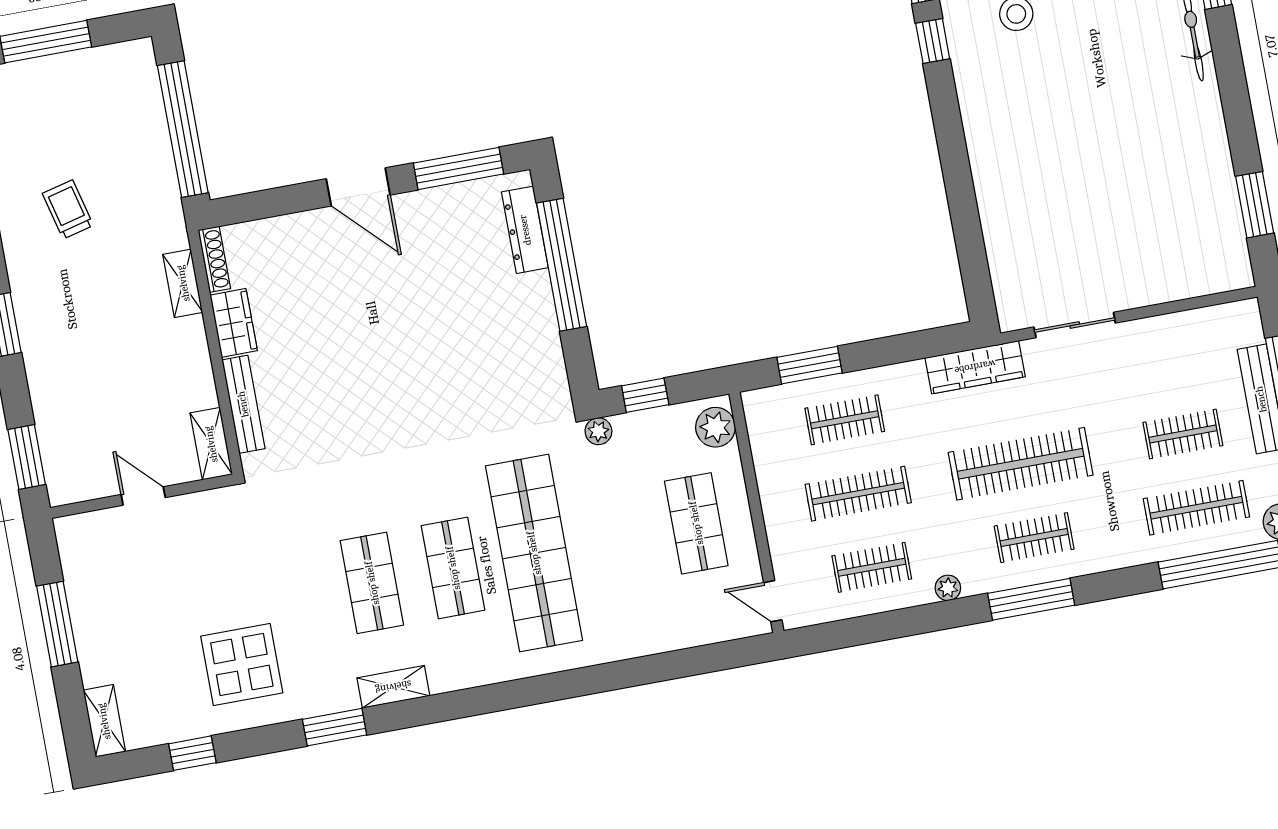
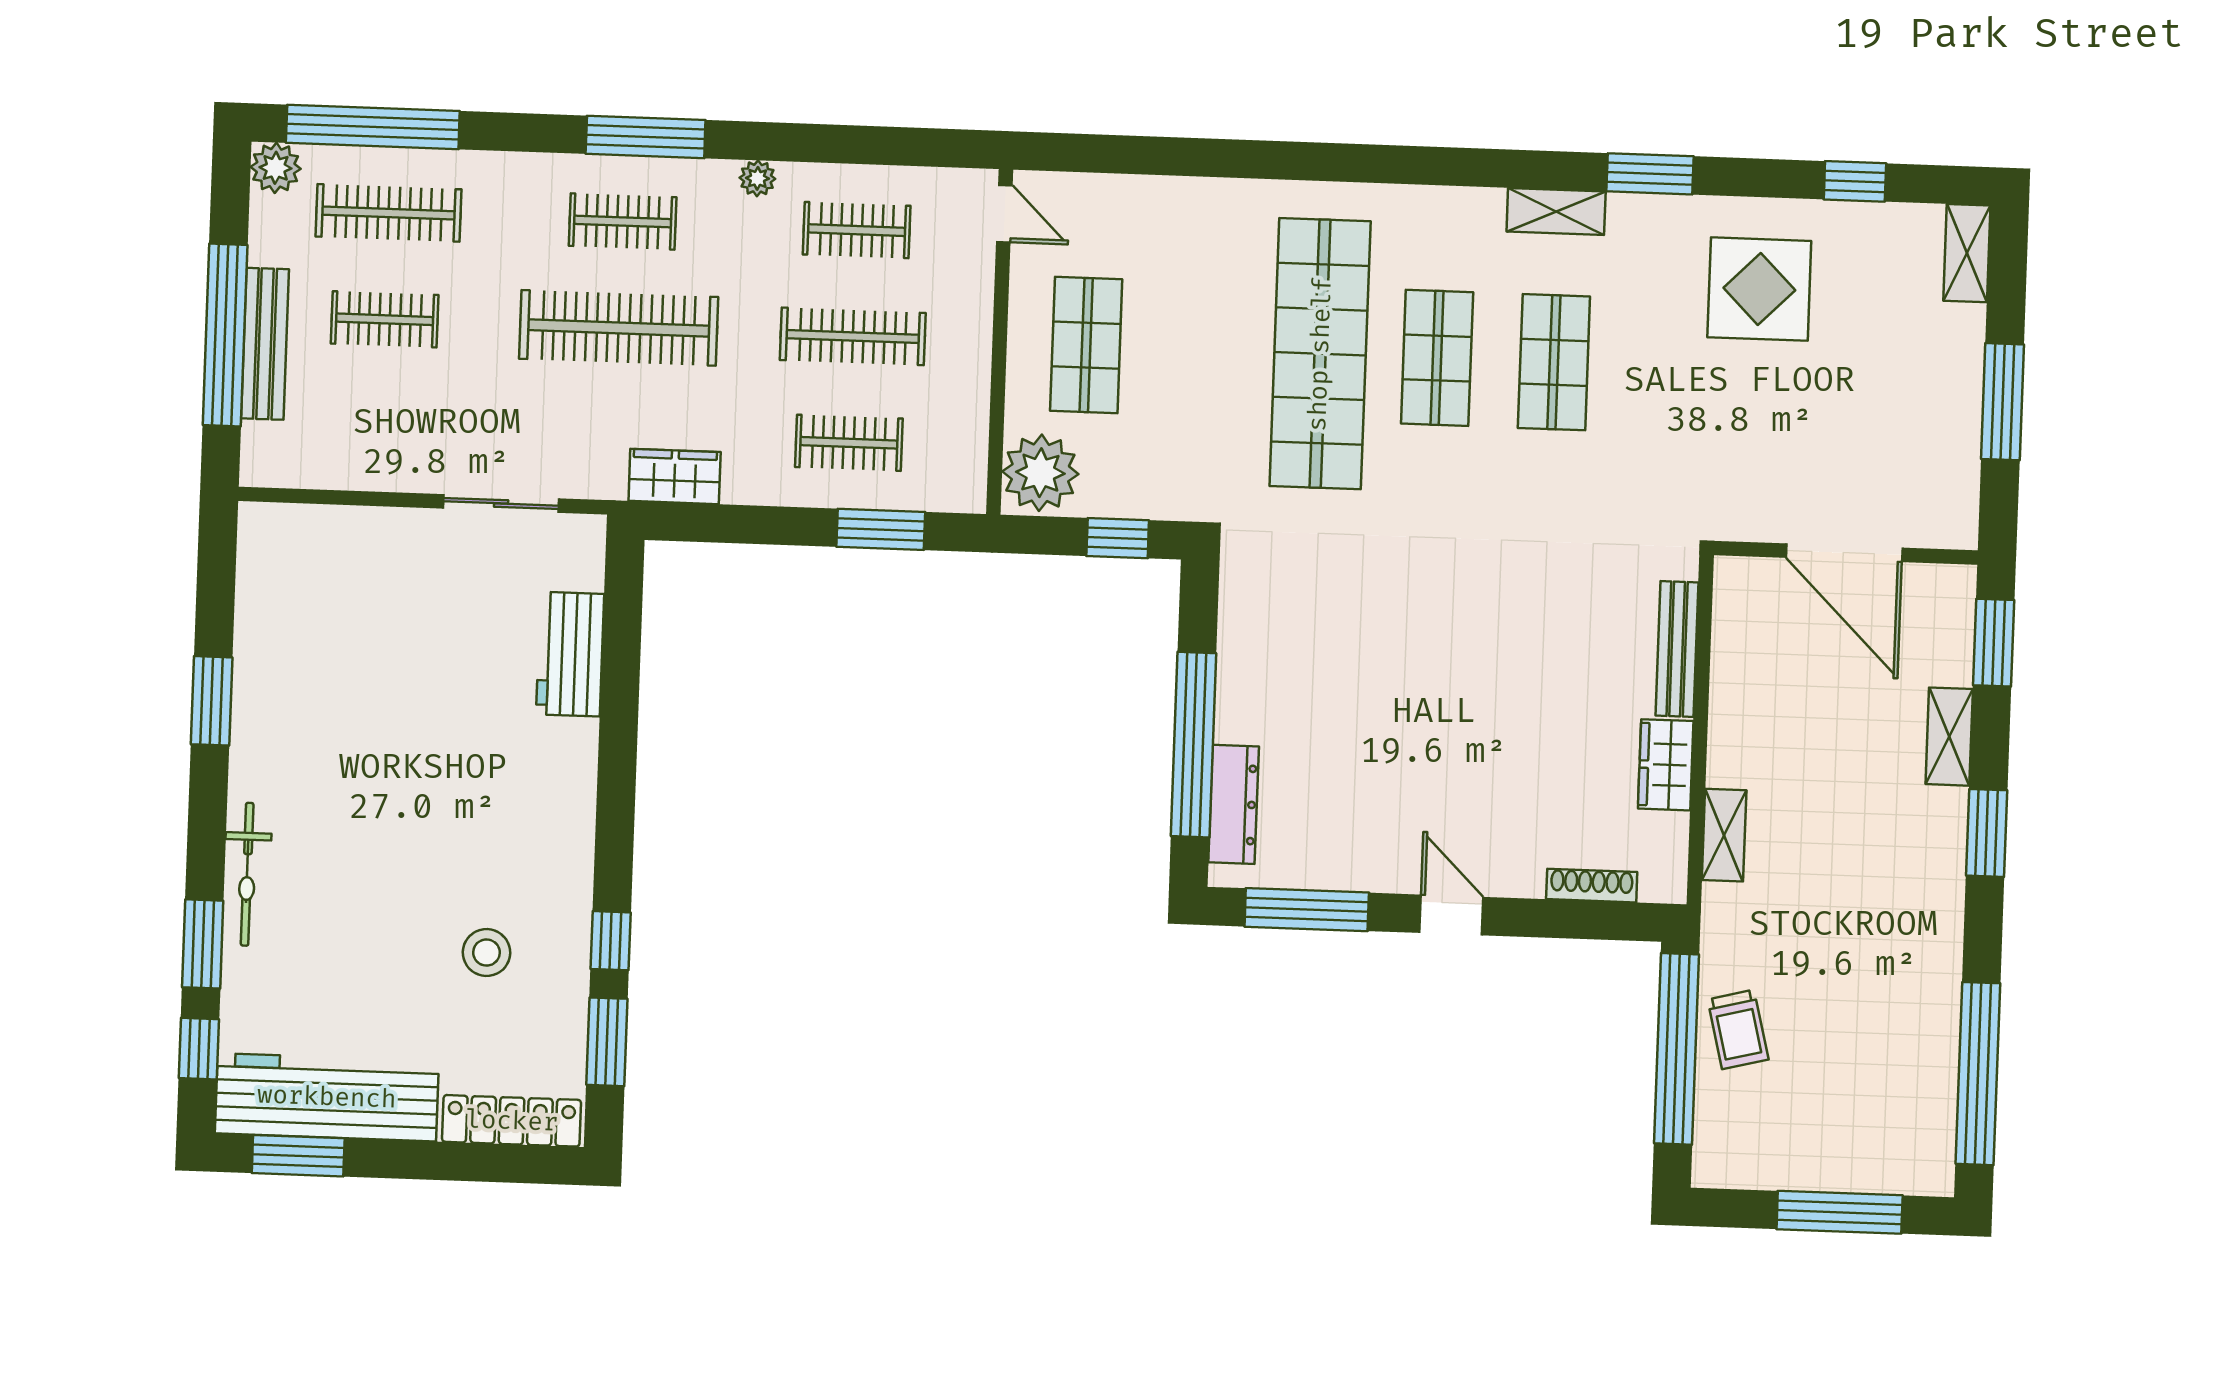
door: (358, 187) -> (1451, 915), width x0.73
window: (1255, 205) -> (212, 701), moved
trolley: (68, 209) -> (1738, 1029), moved
workbench: (1004, 232) -> (570, 654), added
shoe rack: (214, 259) -> (1592, 886), moved, turned 90
wardrobe: (975, 367) -> (675, 476), width x0.67
plant: (715, 427) -> (1040, 473), width x1.36, depth x1.36
plant: (598, 431) -> (1194, 503), removed
shelving: (211, 444) -> (1949, 737), moved
door: (143, 496) -> (1844, 553), width x1.88

